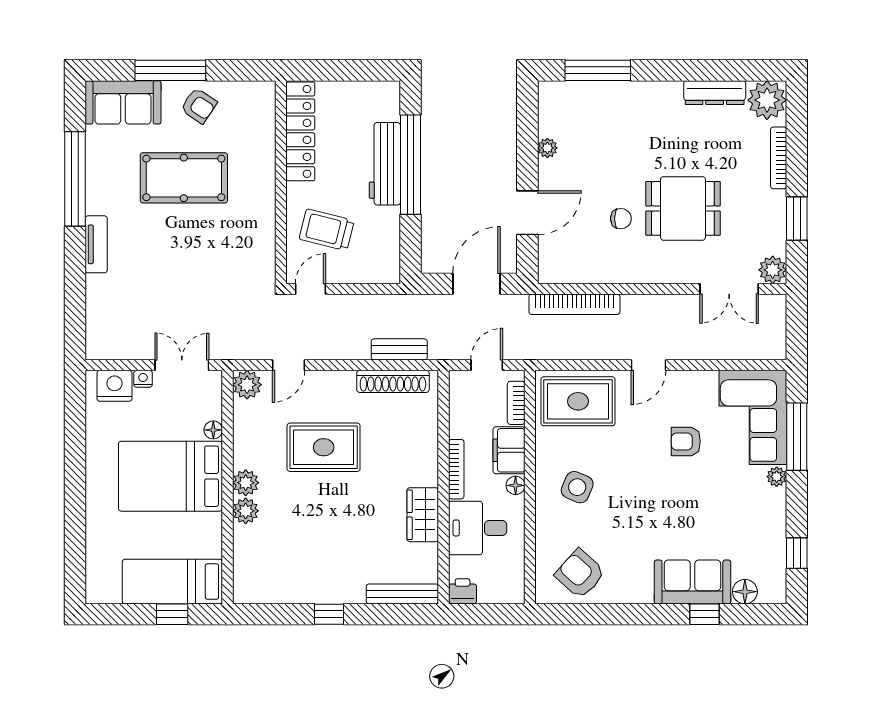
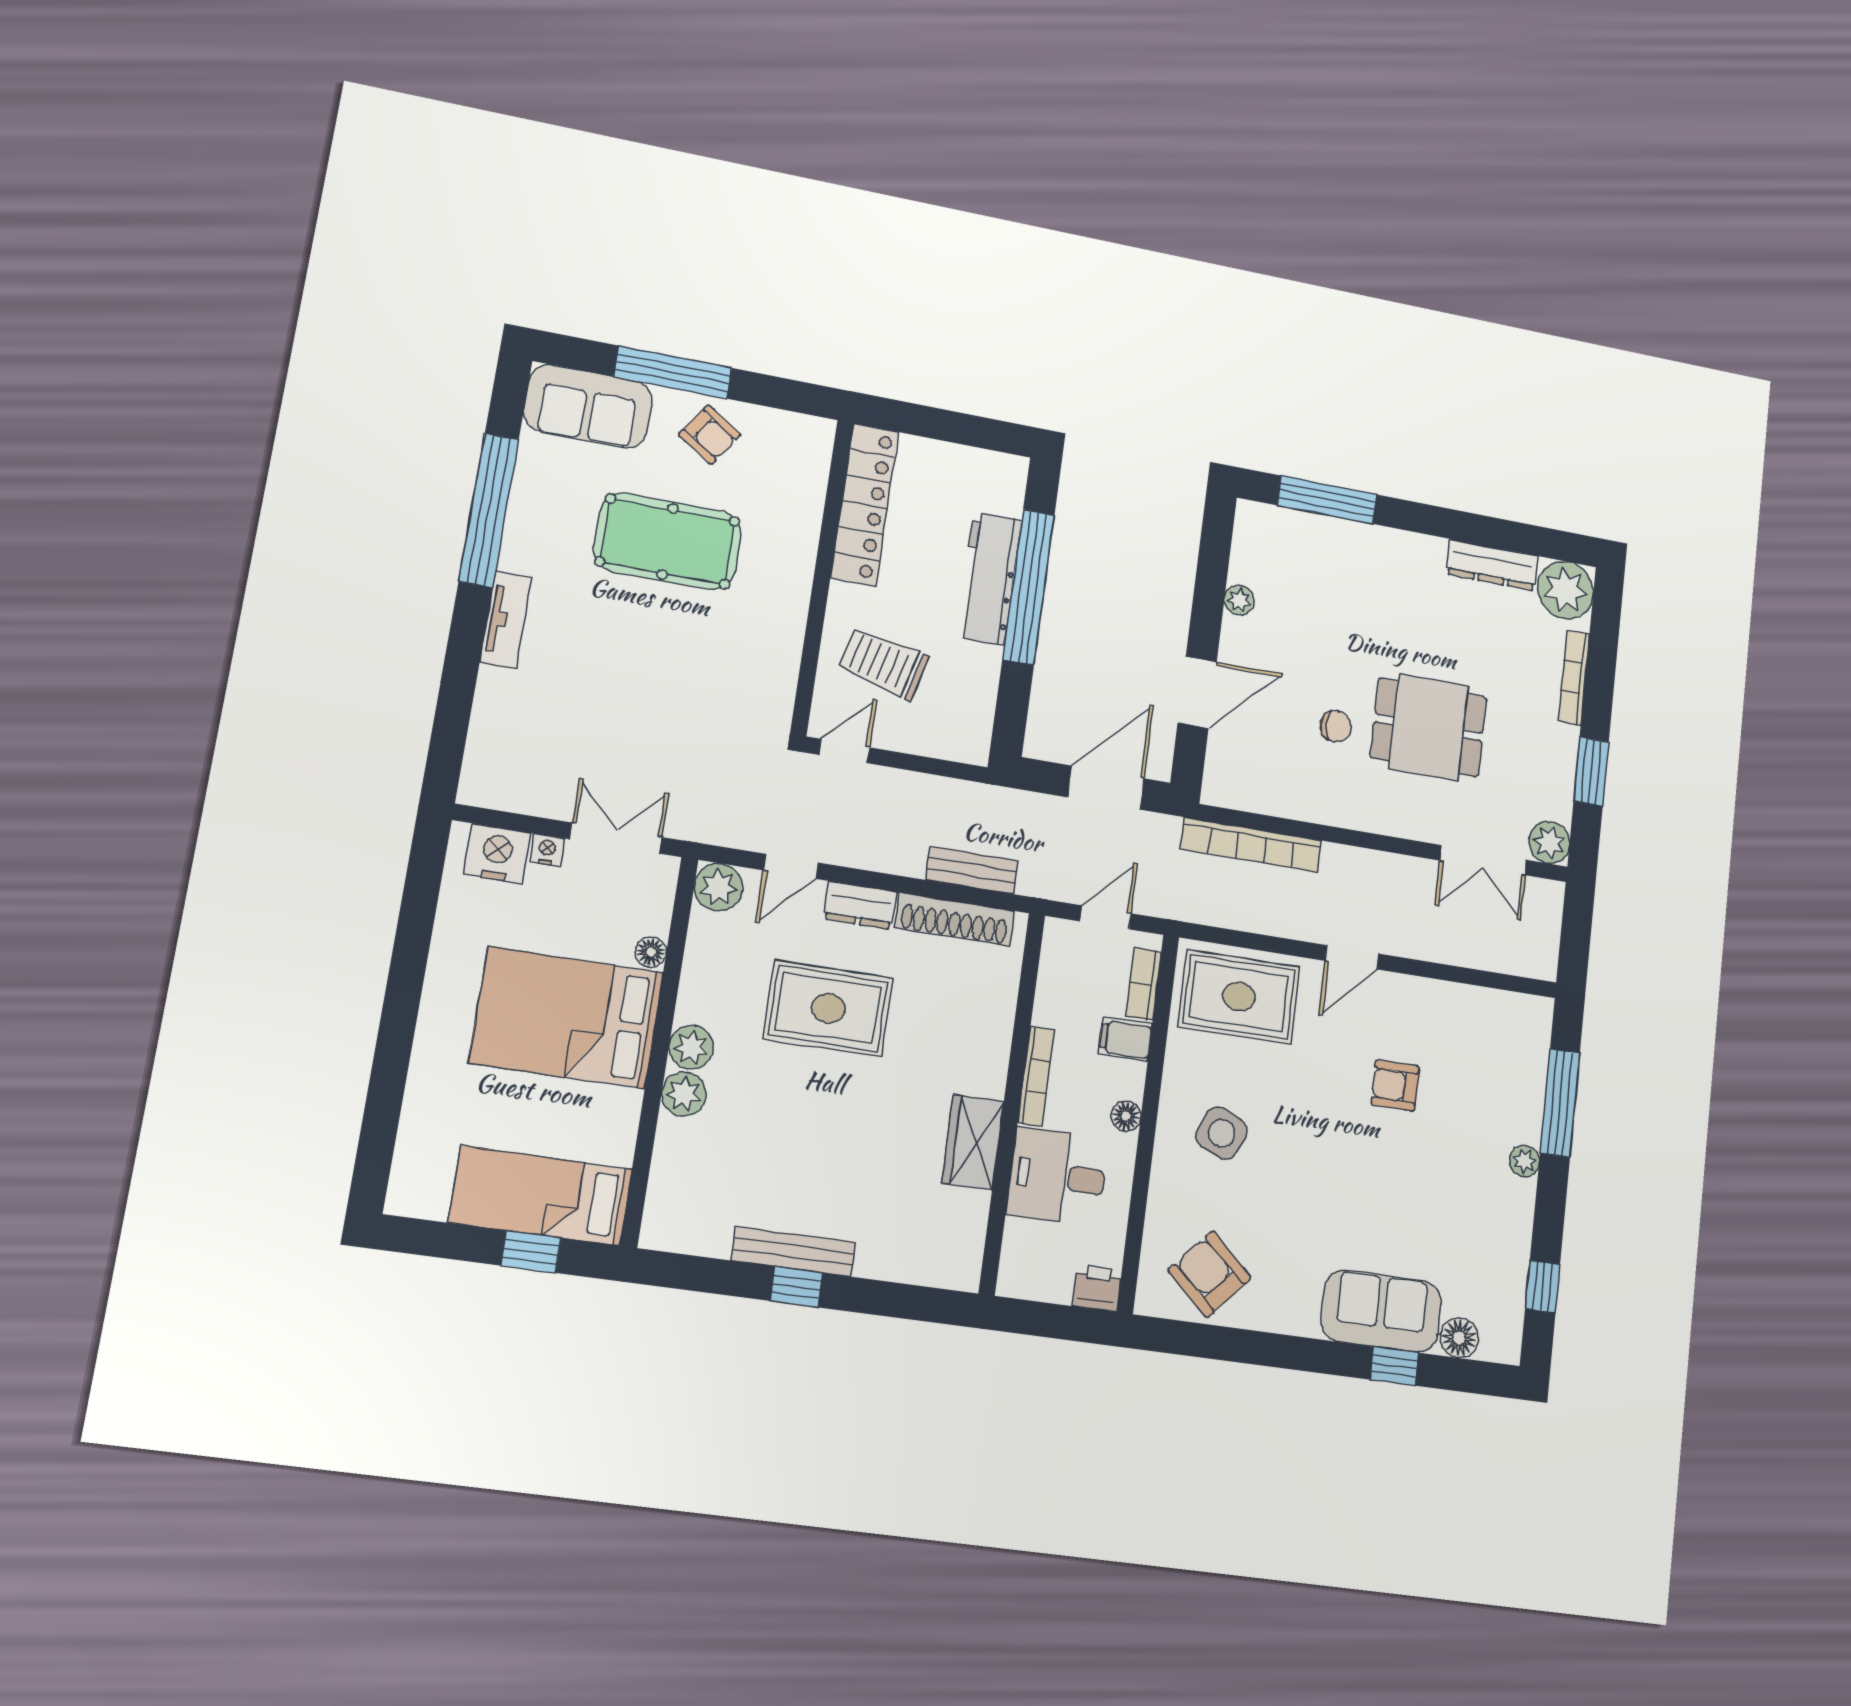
dresser: (334, 382) -> (860, 905), added
corner sofa: (753, 417) -> (1498, 1063), removed
filing cabinet: (509, 450) -> (1125, 1039), width x0.50
printer: (463, 591) -> (1097, 1288), moved
bench: (402, 594) -> (793, 1252), moved

